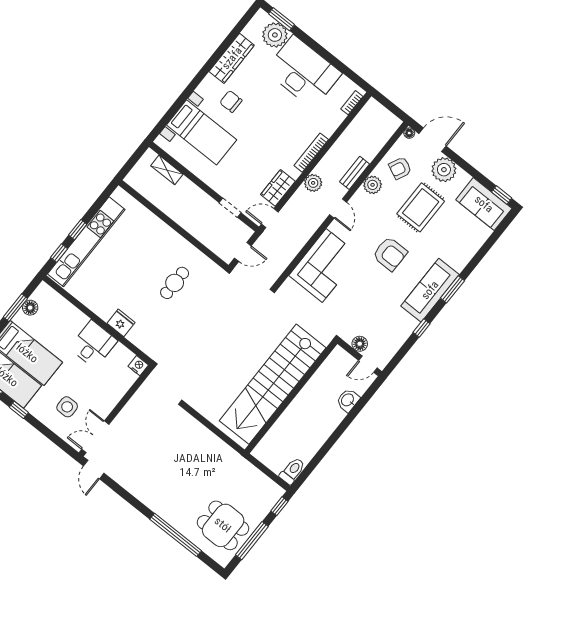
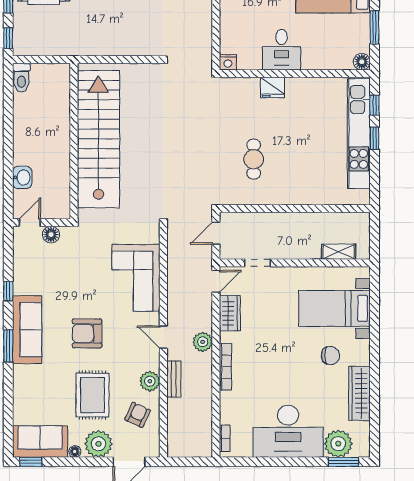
floor lamp: (409, 133) -> (75, 452), moved
floor lamp: (30, 308) -> (362, 62), moved

